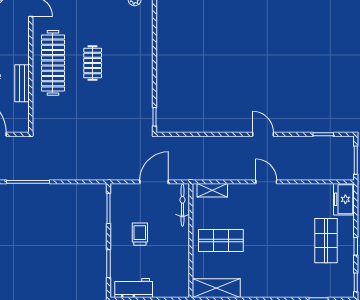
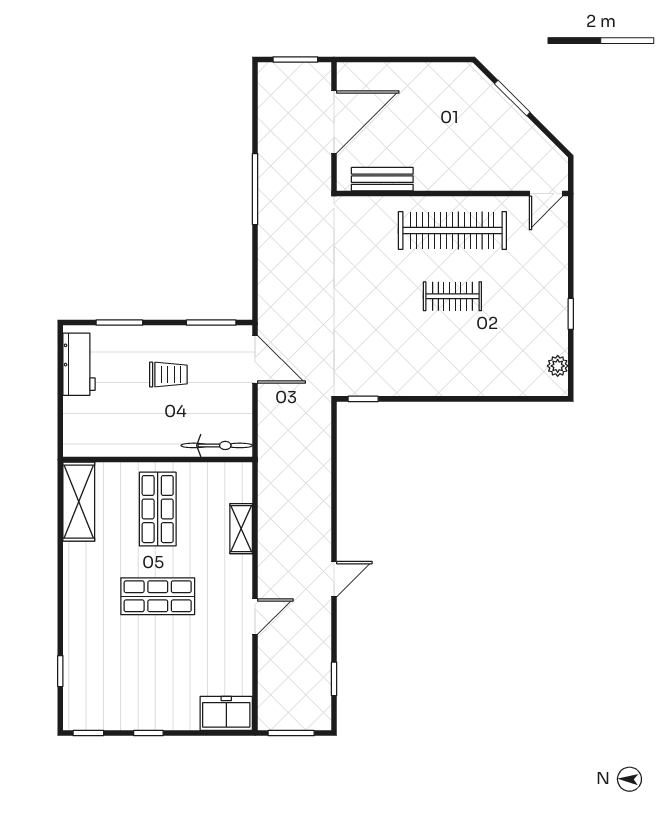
bench: (22, 83) -> (382, 179), moved
door: (154, 182) -> (255, 359), moved
door: (266, 182) -> (255, 616), moved
shelving: (212, 190) -> (241, 529), moved
shop shelf: (326, 241) -> (158, 596), moved

